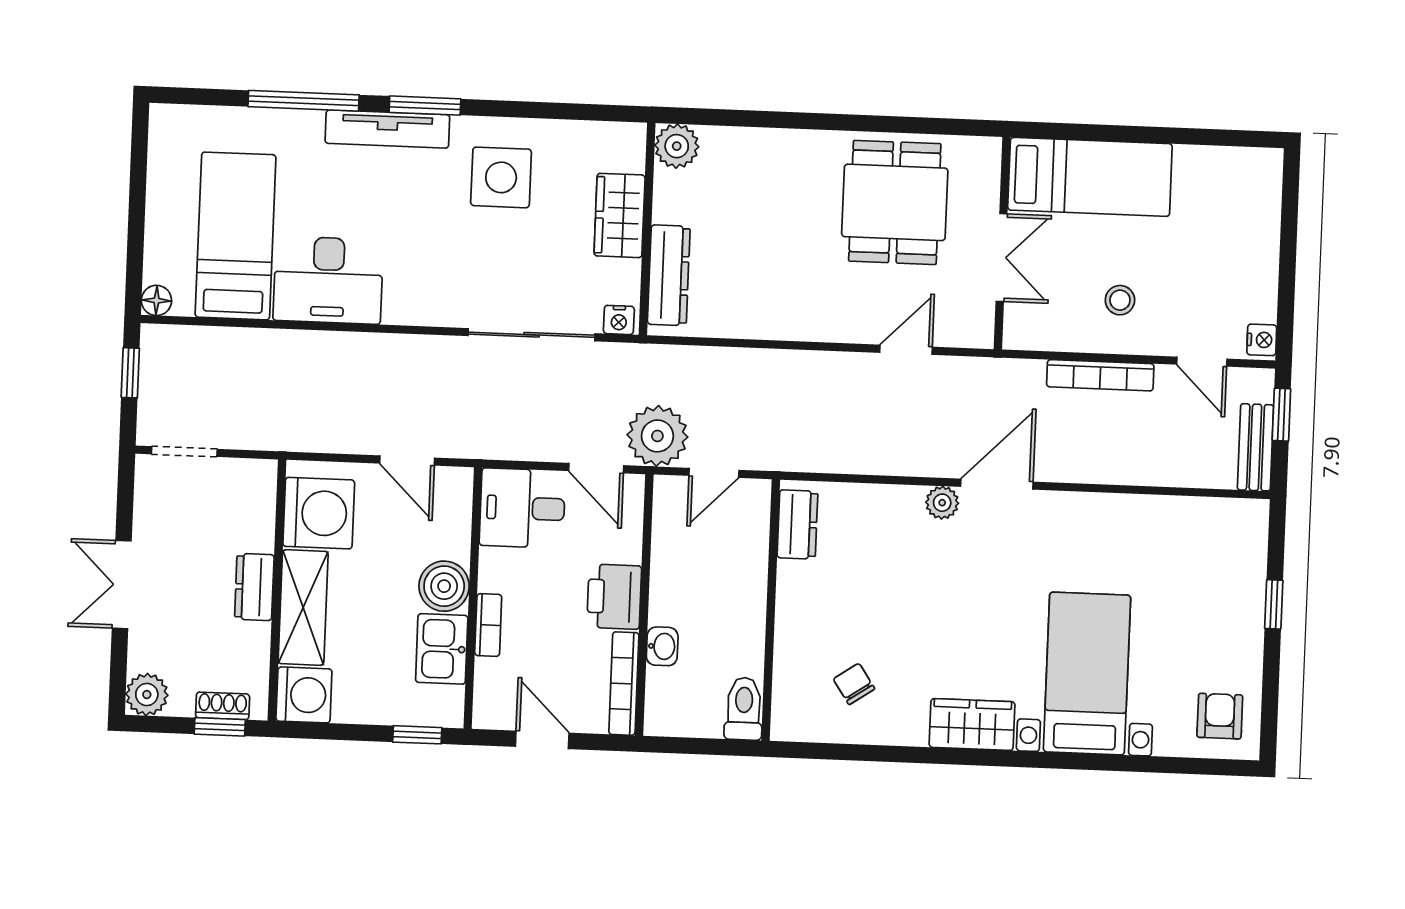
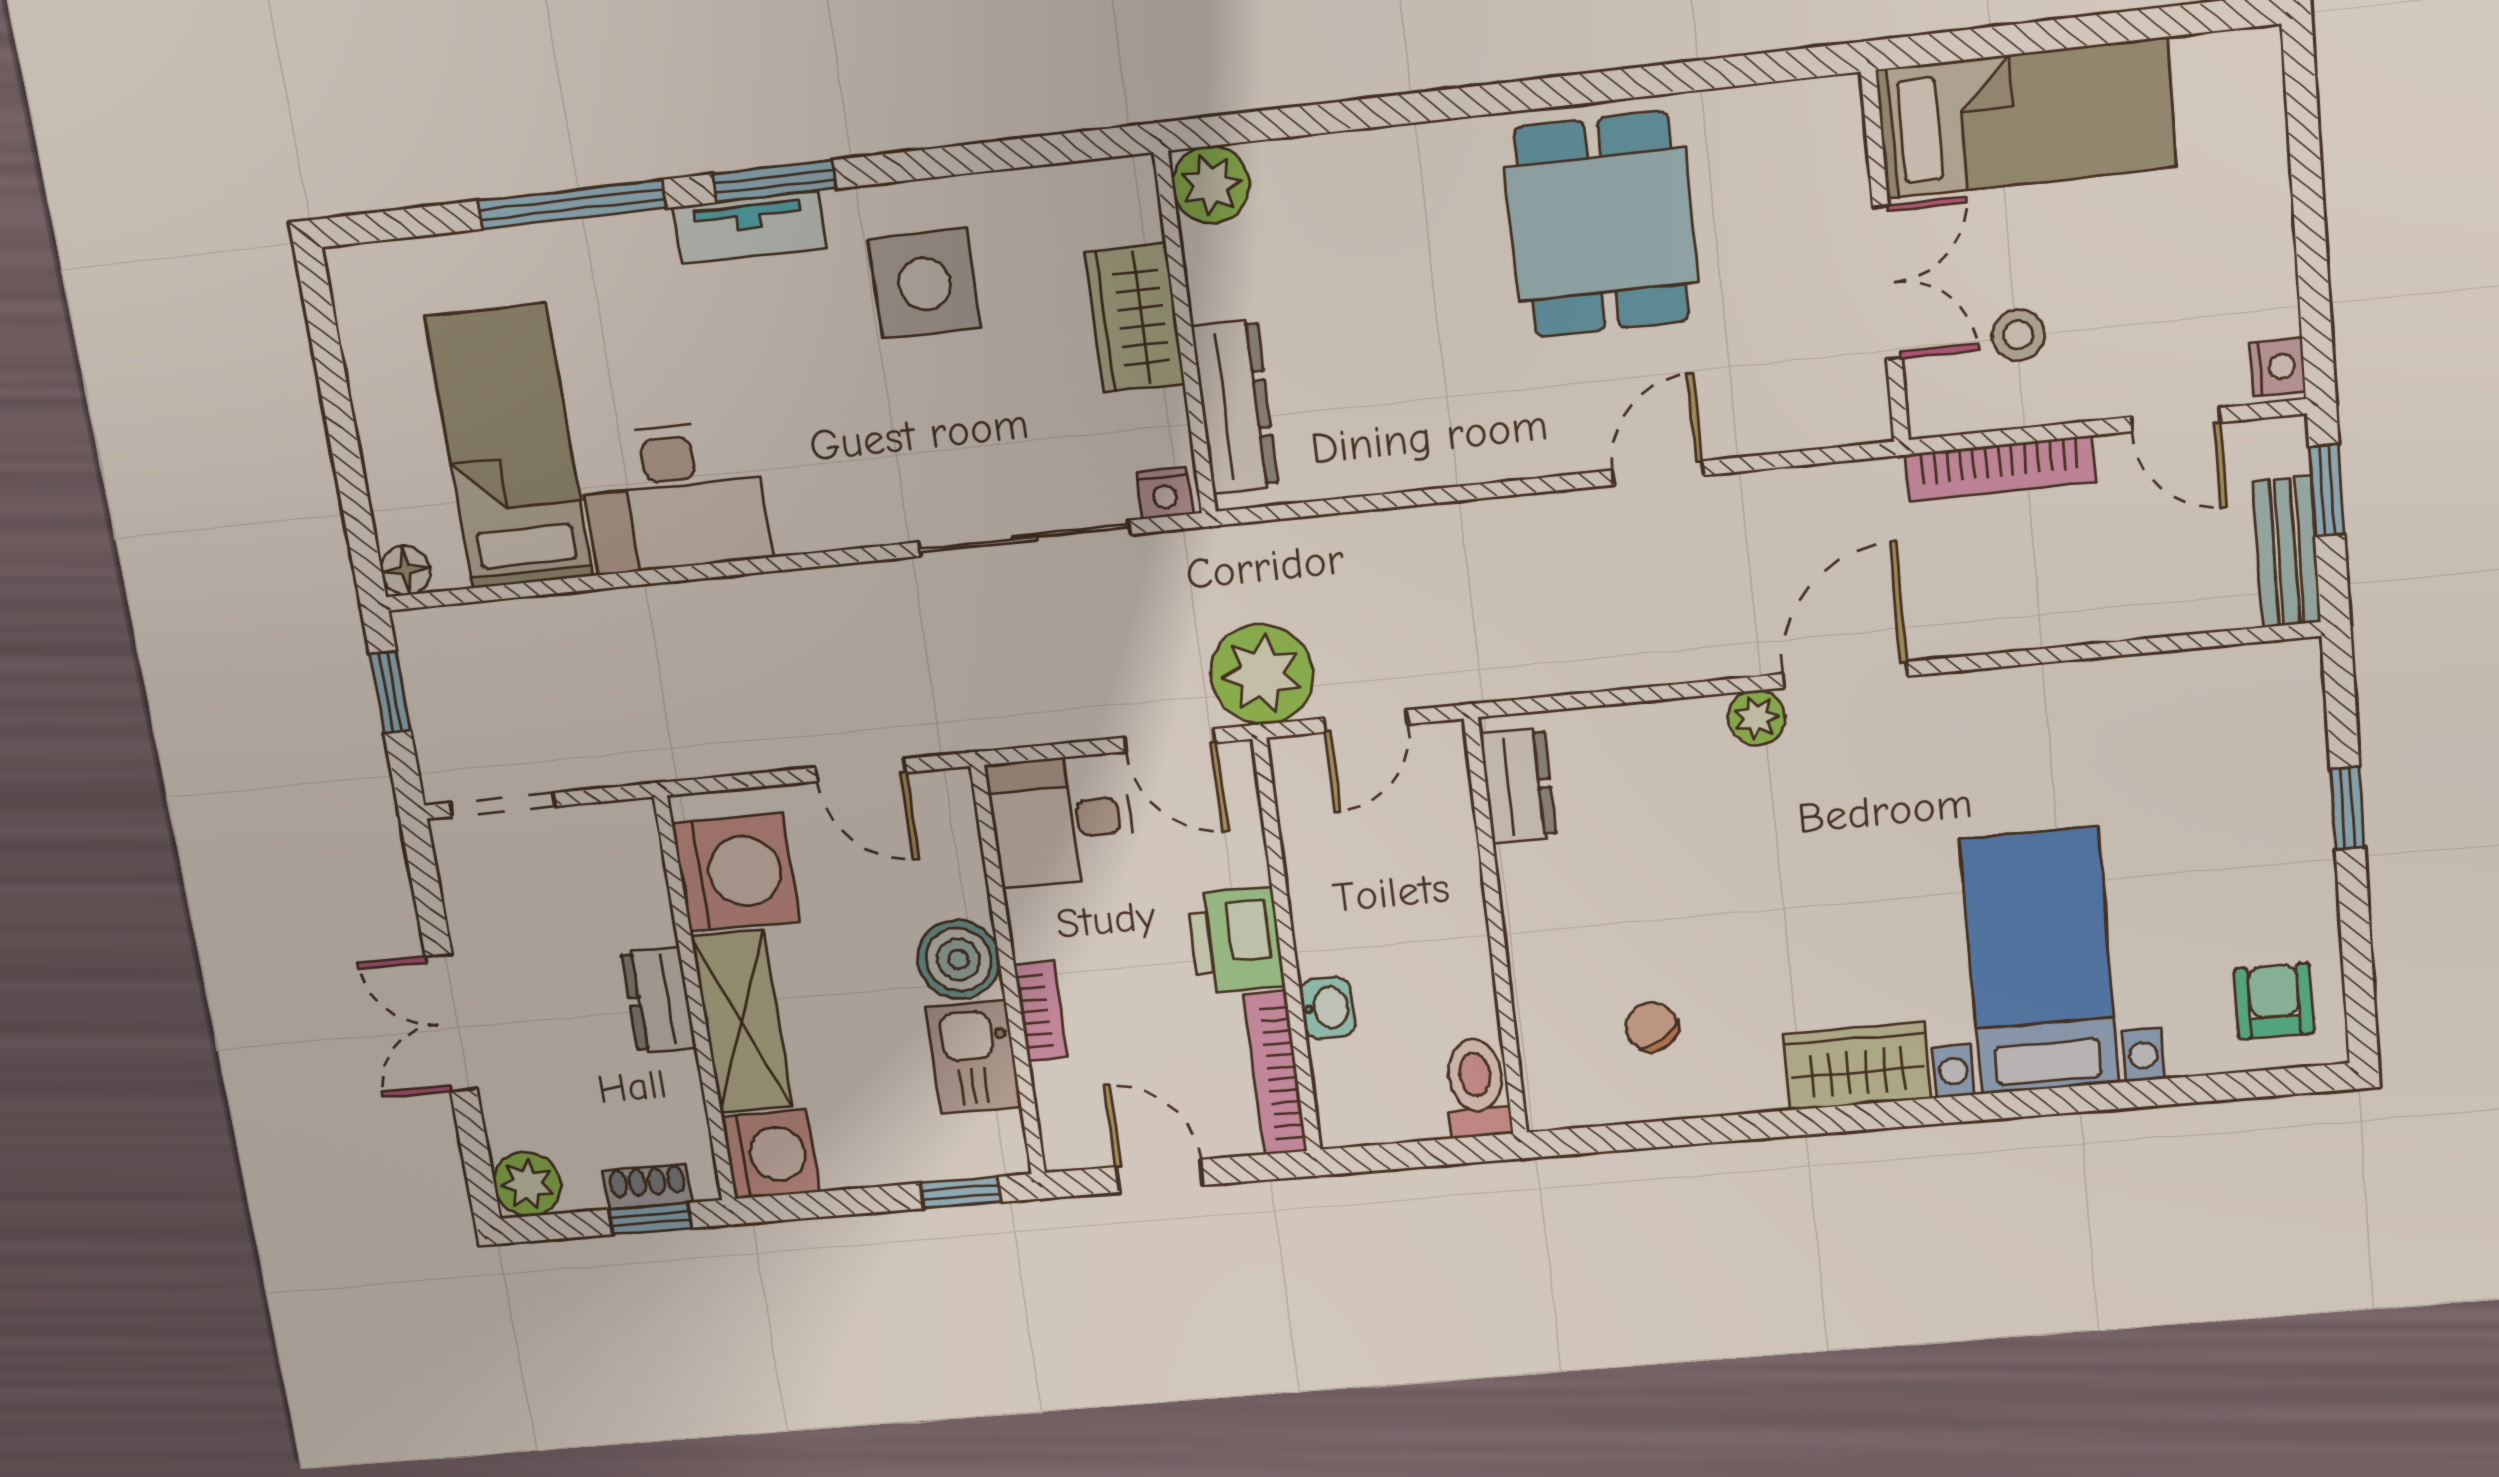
tv unit: (387, 129) -> (750, 227), width x0.71
bed: (1090, 177) -> (2026, 118), moved
wall: (1002, 243) -> (1885, 258), moved
double door: (1002, 258) -> (1887, 283), moved

